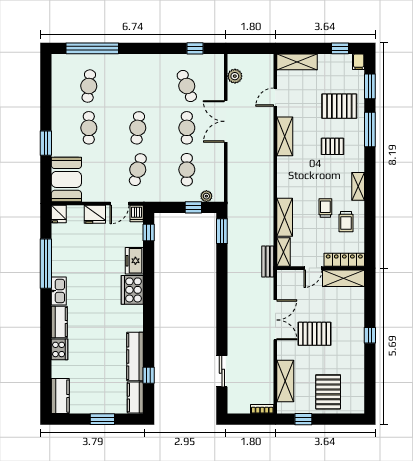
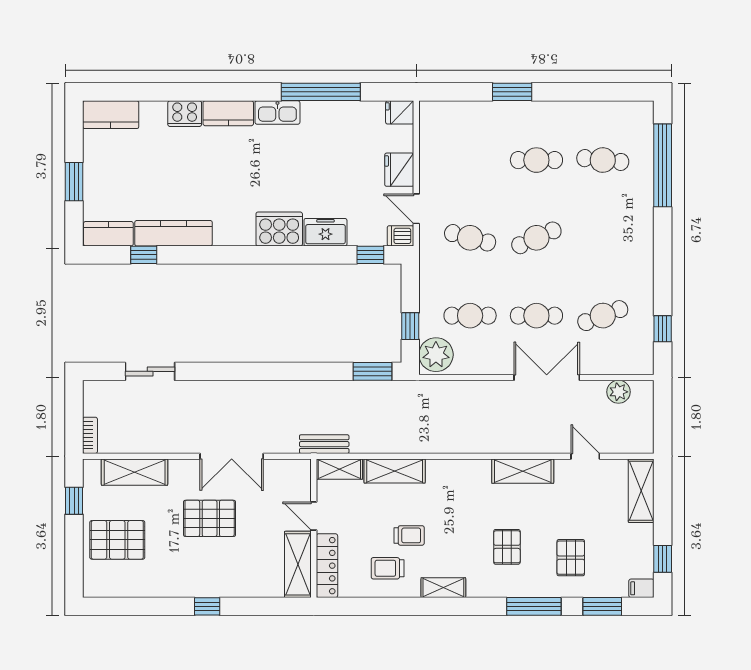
pallet: (339, 106) -> (571, 558), width x0.67, depth x0.71
cafe table: (138, 128) -> (536, 238), turned -30
booth: (66, 179) -> (454, 125), removed
plant: (206, 196) -> (436, 355), width x1.87, depth x1.87
pallet: (315, 334) -> (210, 518), turned 90

